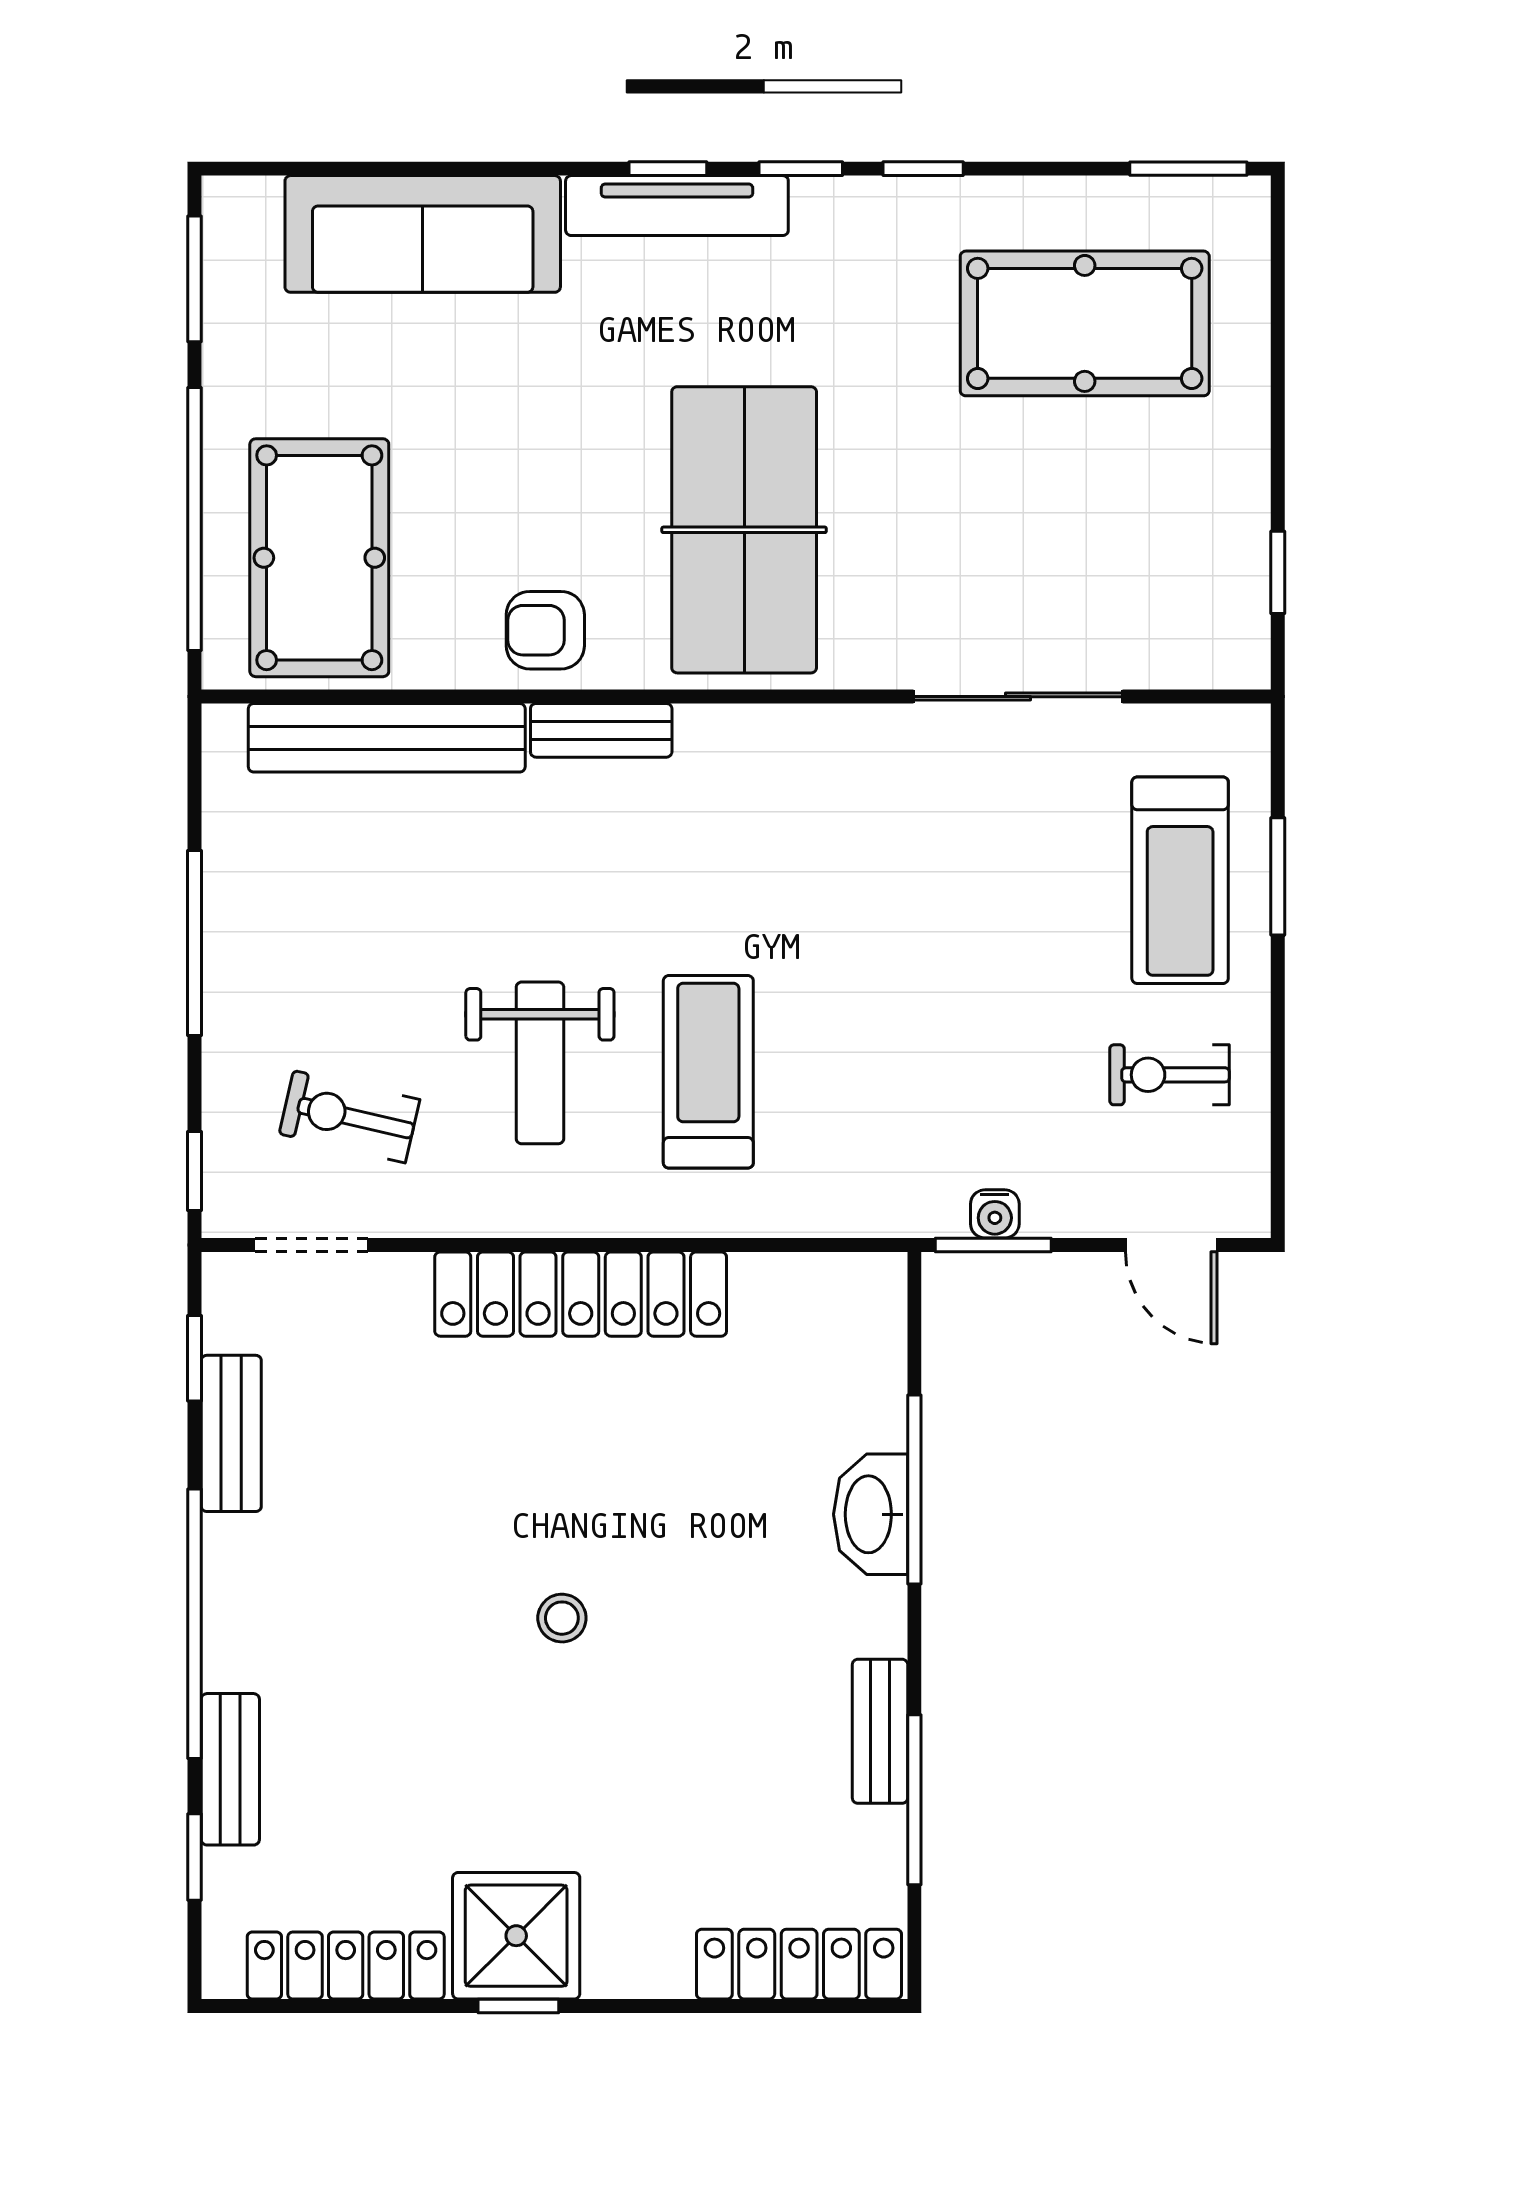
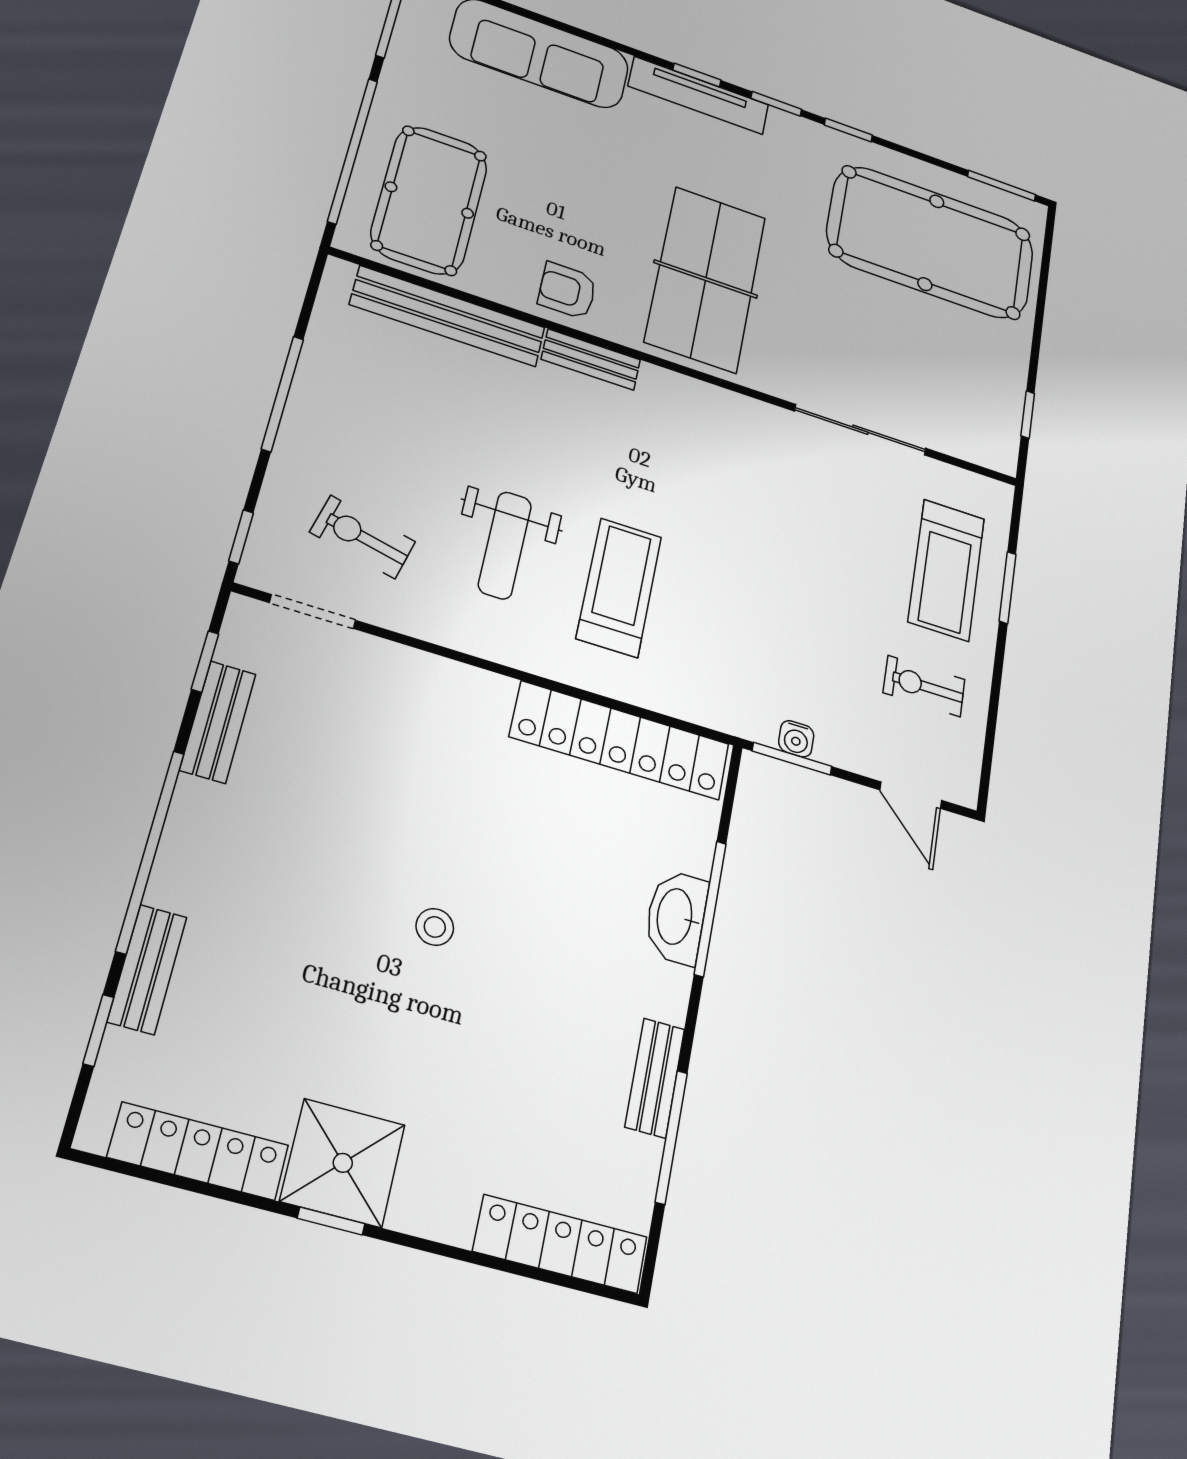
pool table: (1085, 323) -> (931, 242), width x1.36, depth x1.32
locker: (581, 1294) -> (620, 740), moved

